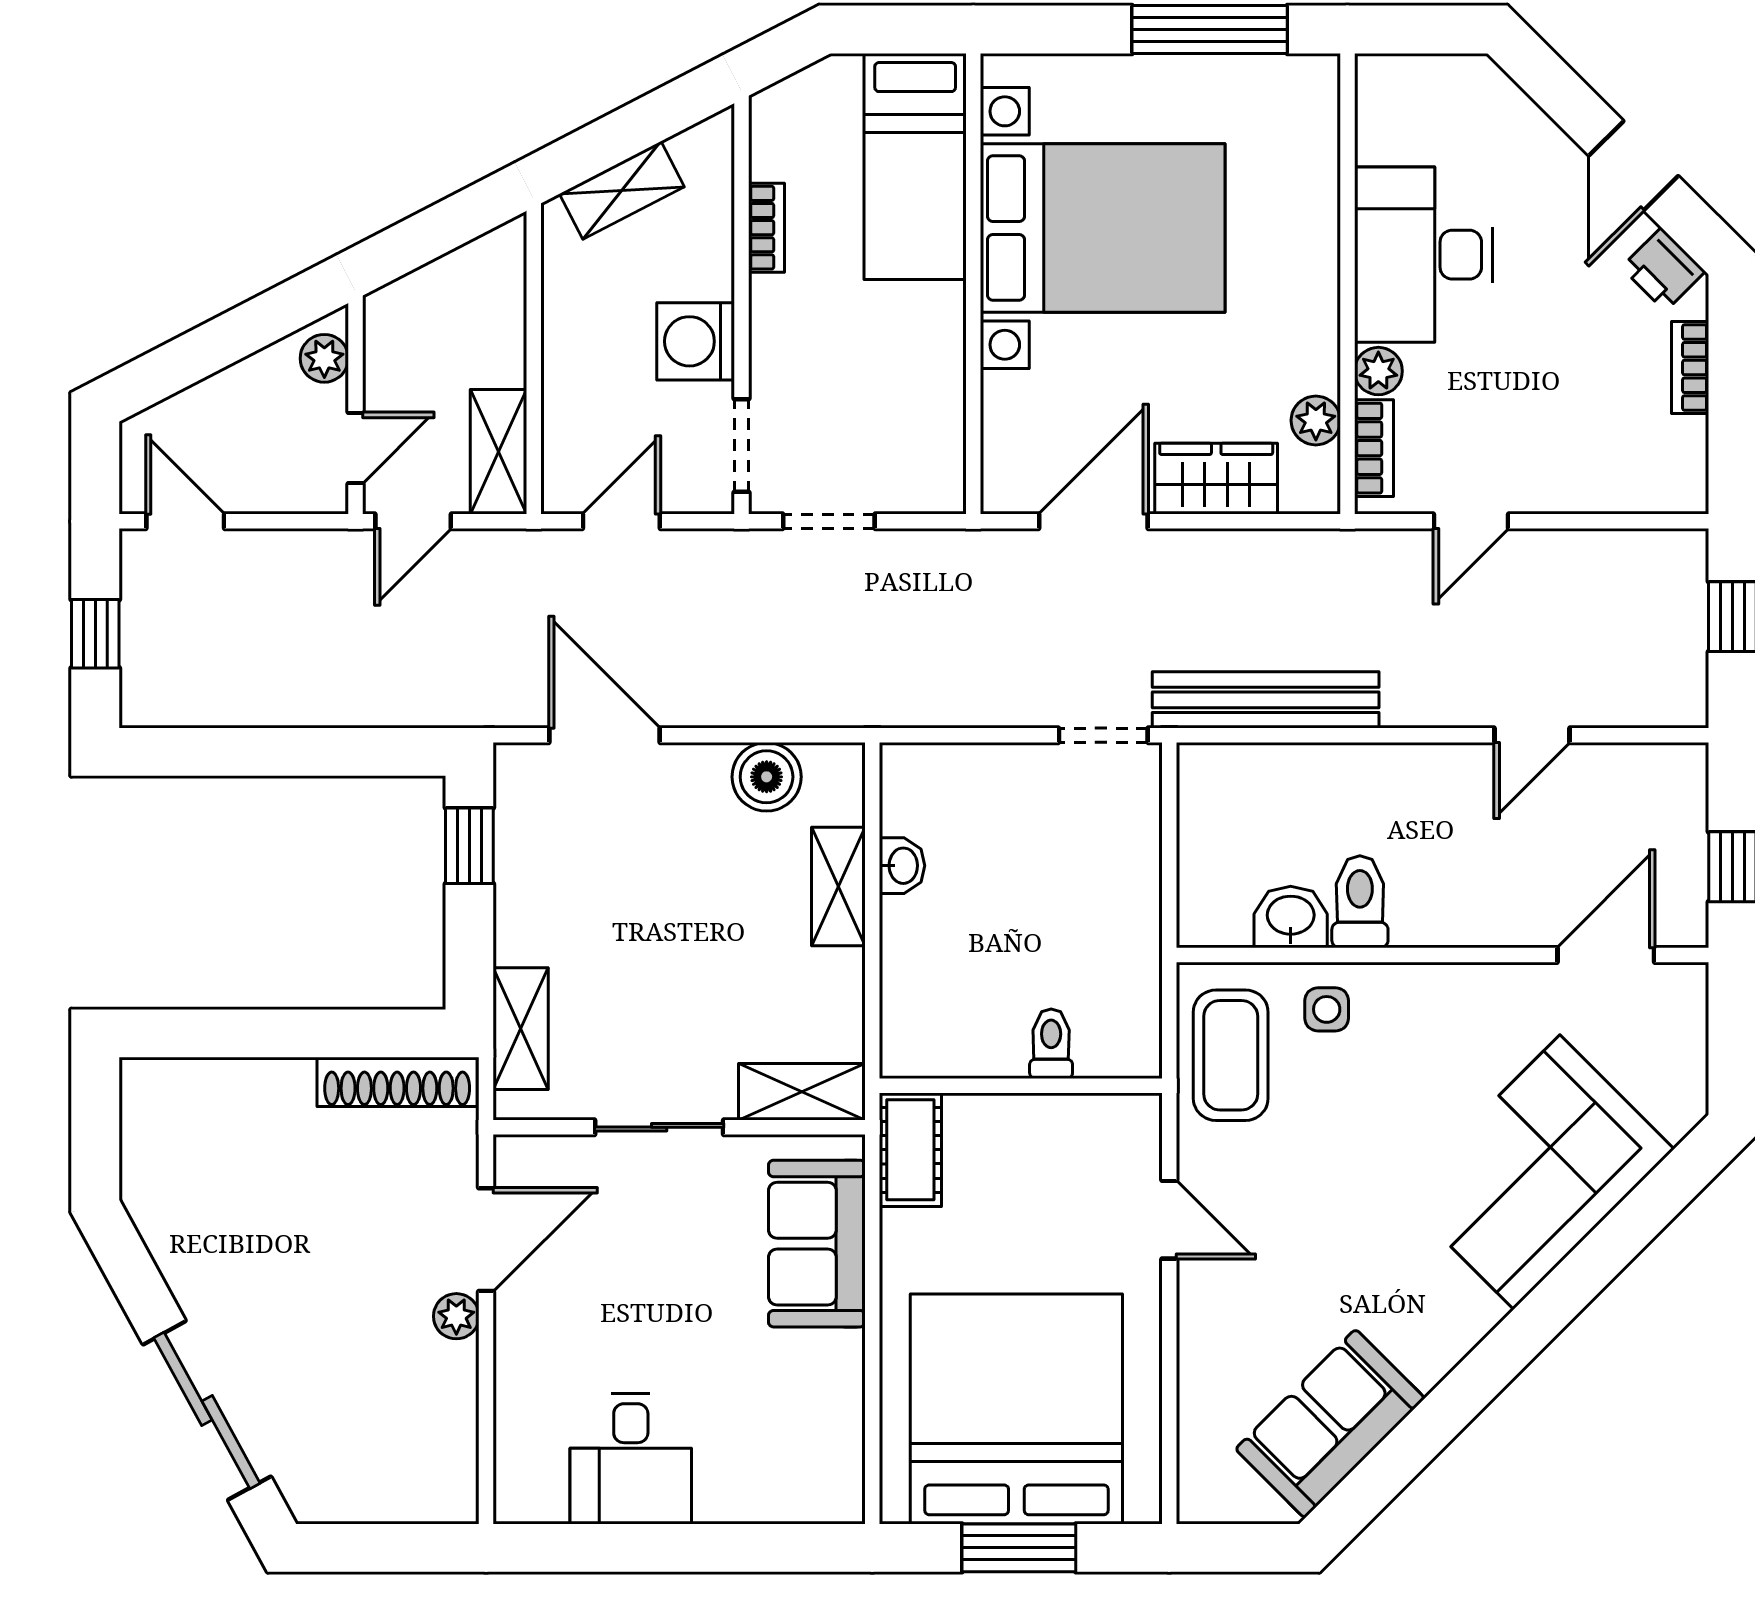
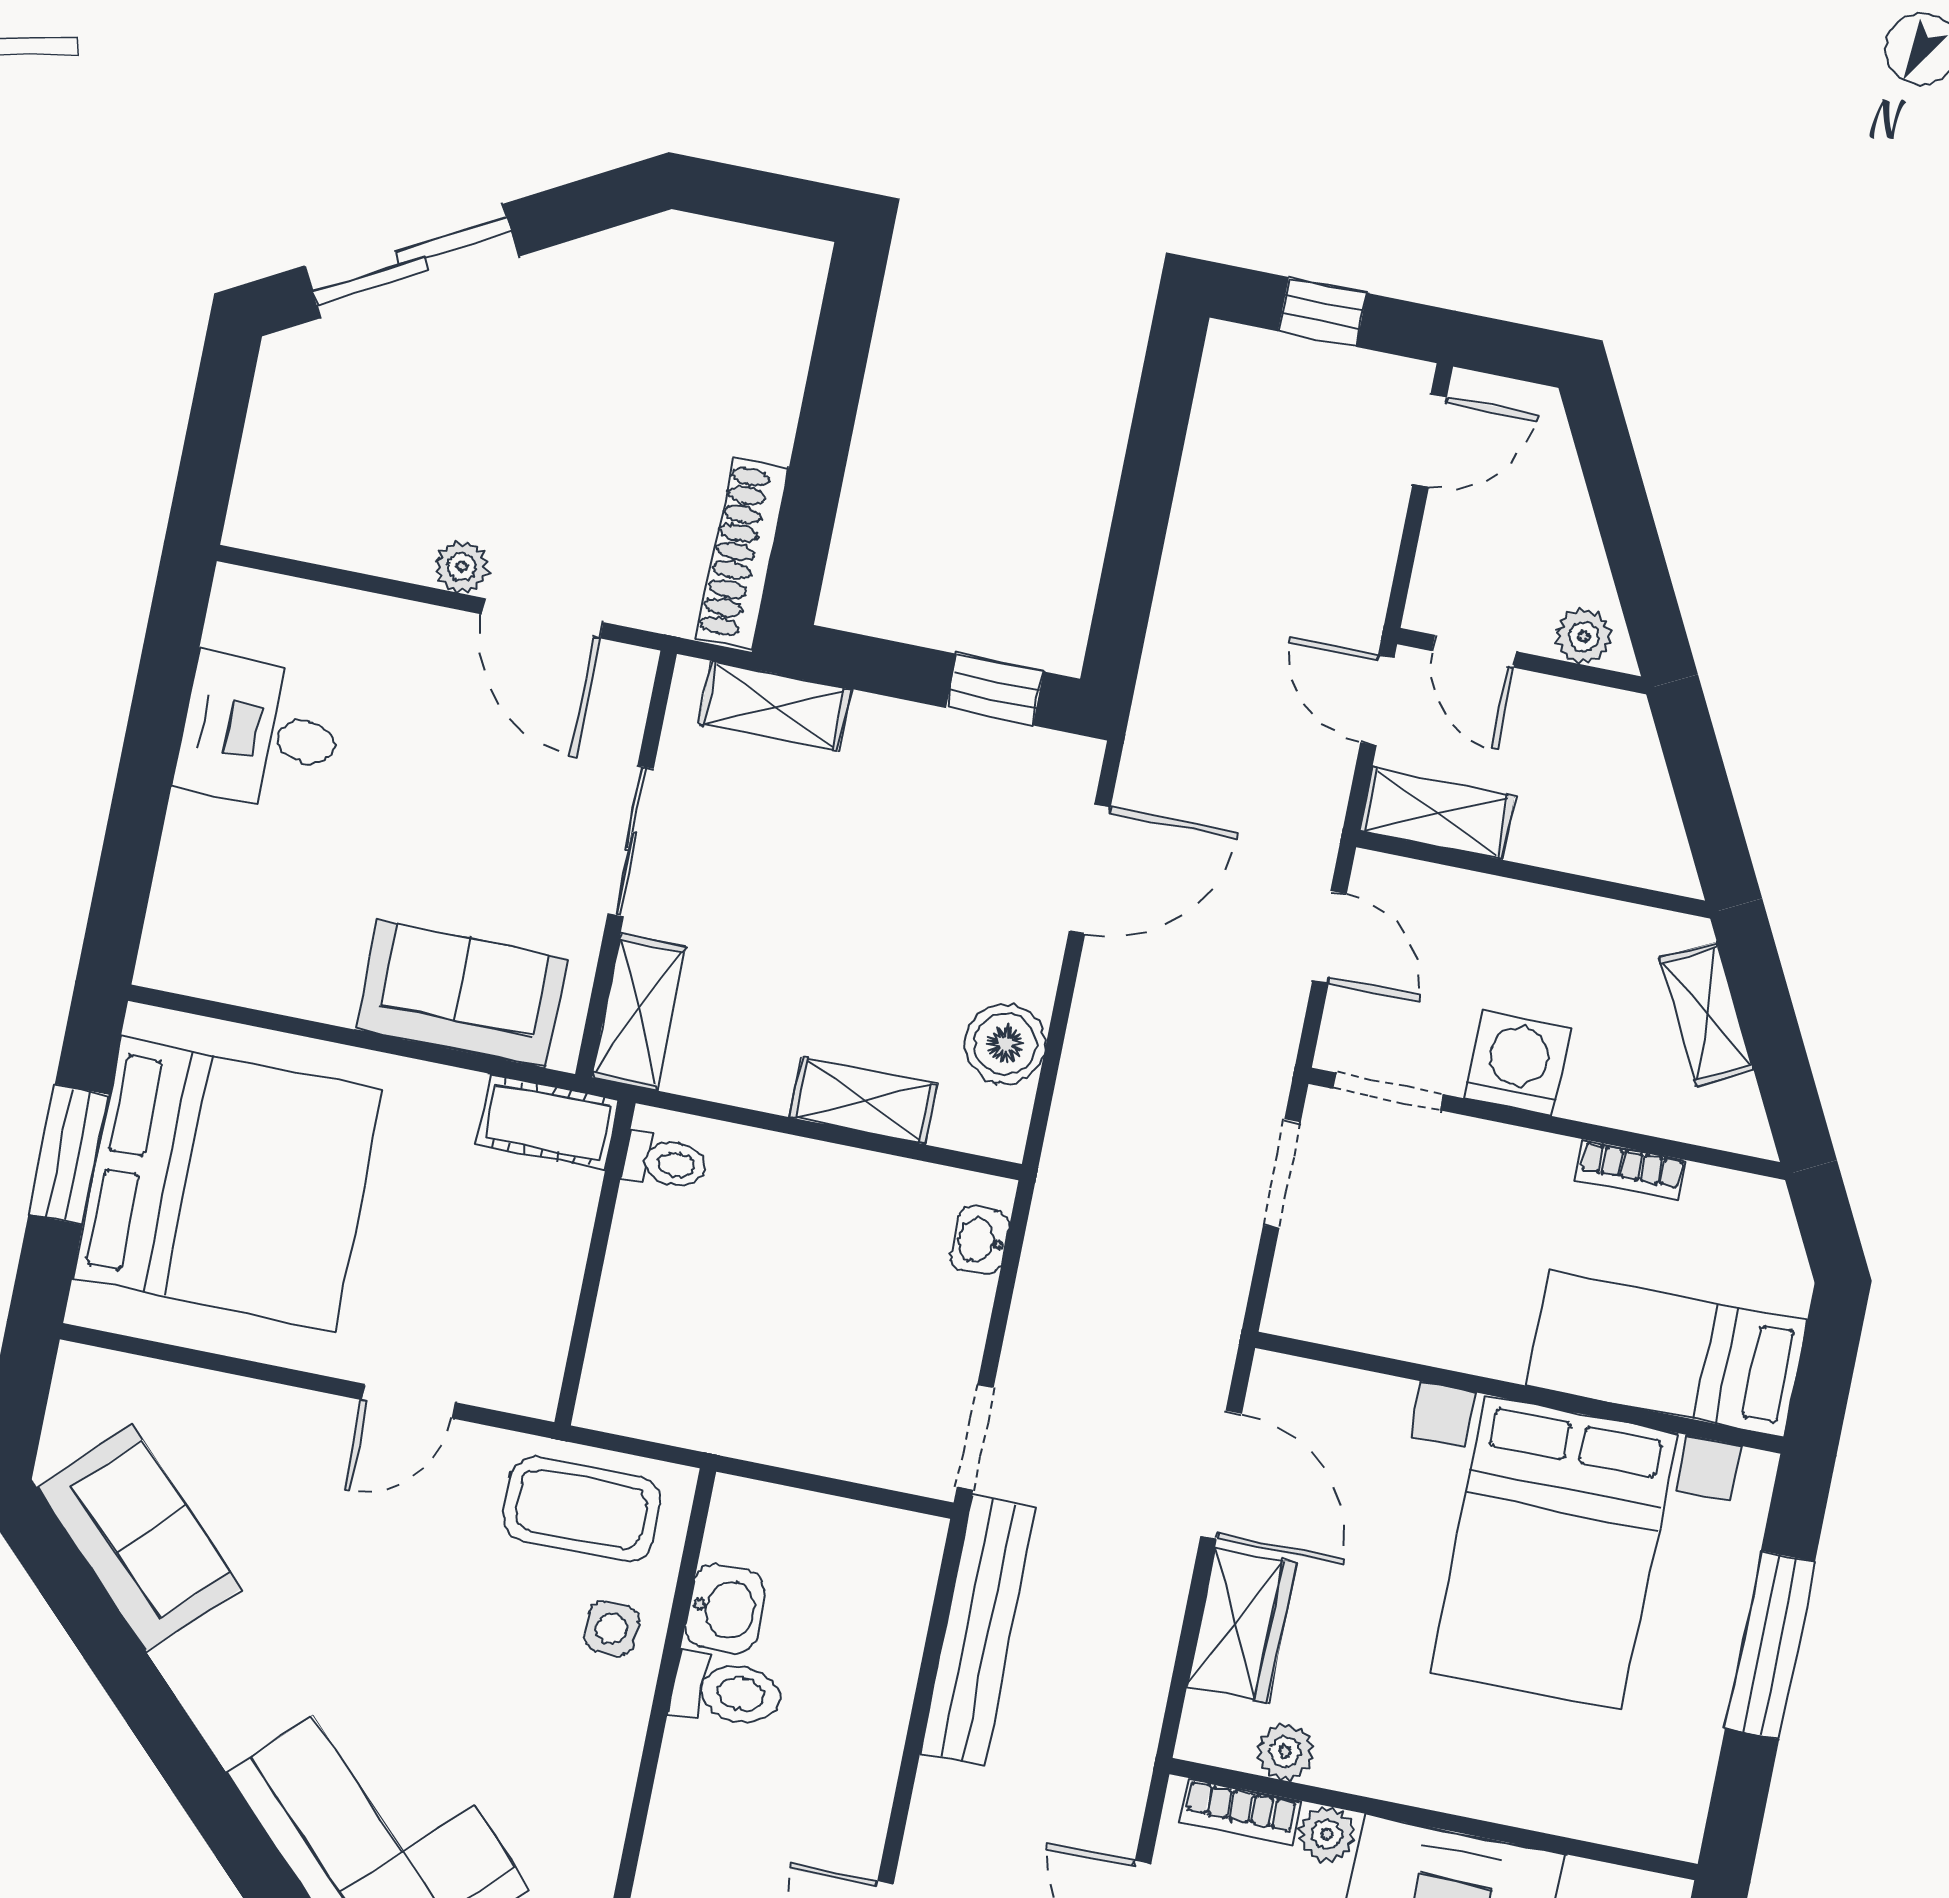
window: (1210, 30) -> (1770, 1645), moved
washbasin: (902, 866) -> (980, 1241), moved, turned 90
toilet: (1051, 1044) -> (665, 1162), moved

